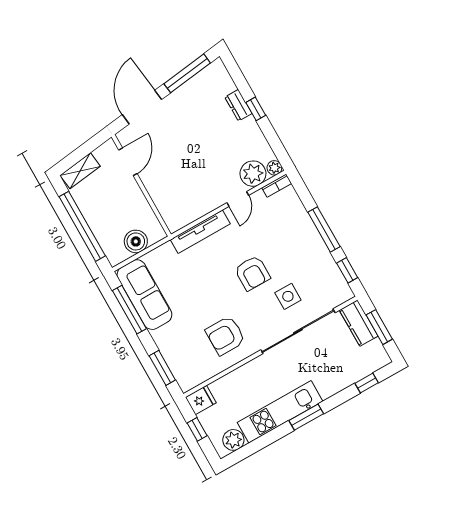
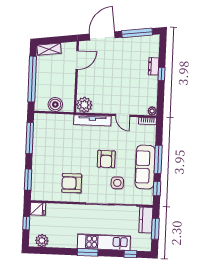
plant: (253, 174) -> (84, 105), moved
door: (238, 199) -> (123, 115), hinge flipped
sofa: (144, 295) -> (145, 167), moved, turned 180
kitchen unit: (280, 412) -> (104, 242), moved

